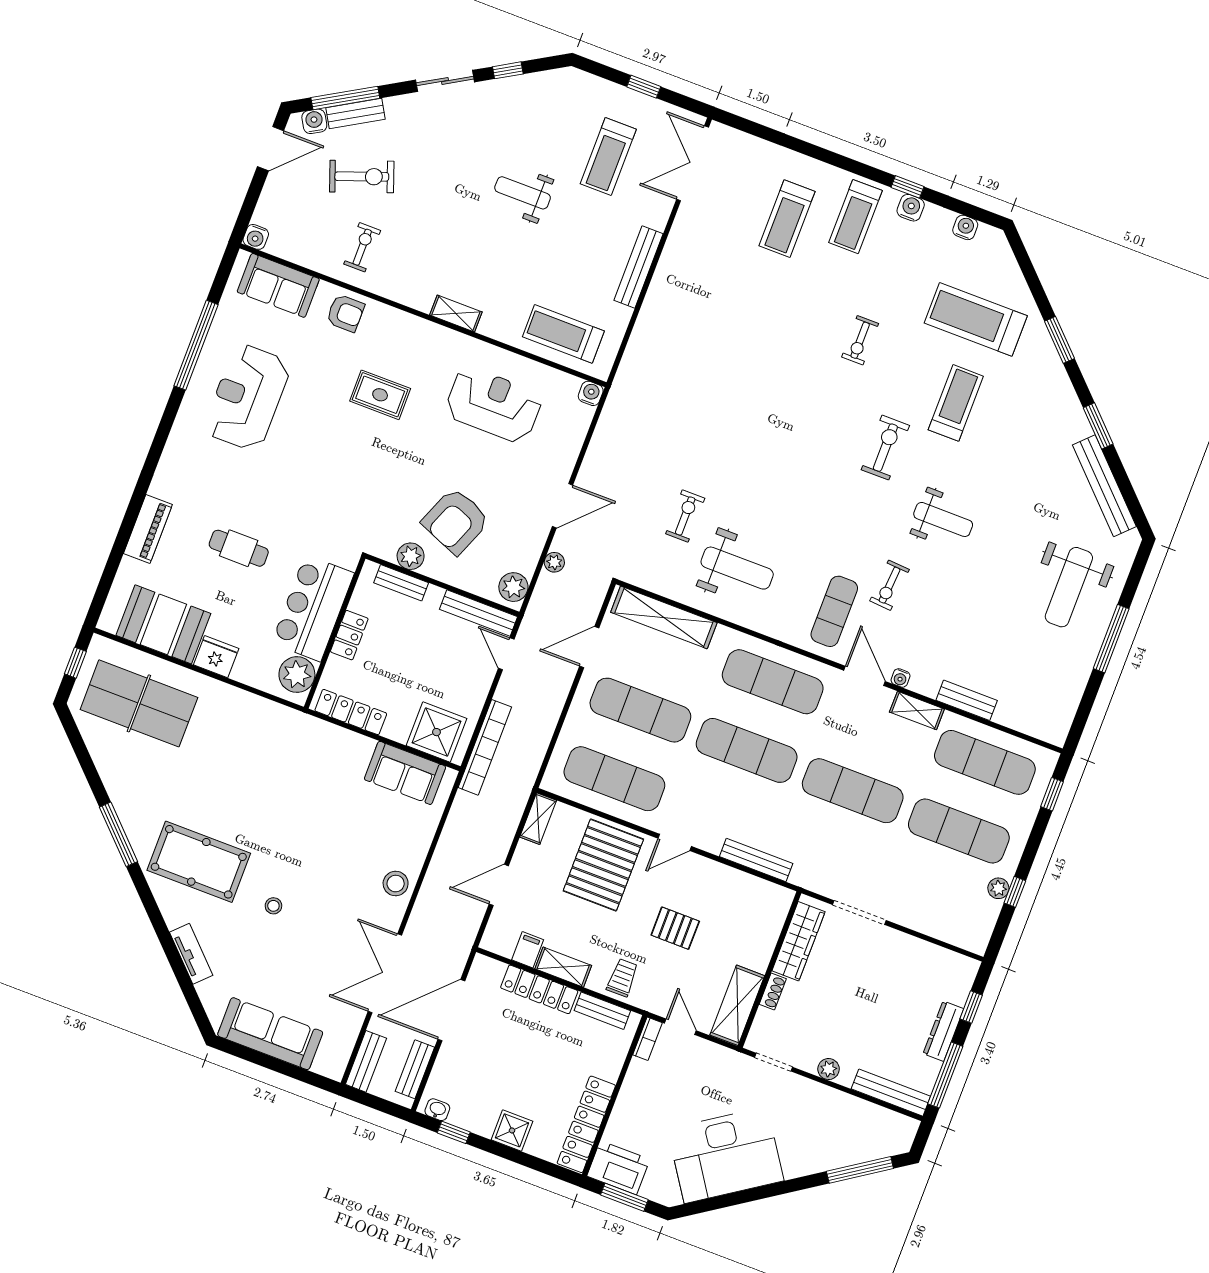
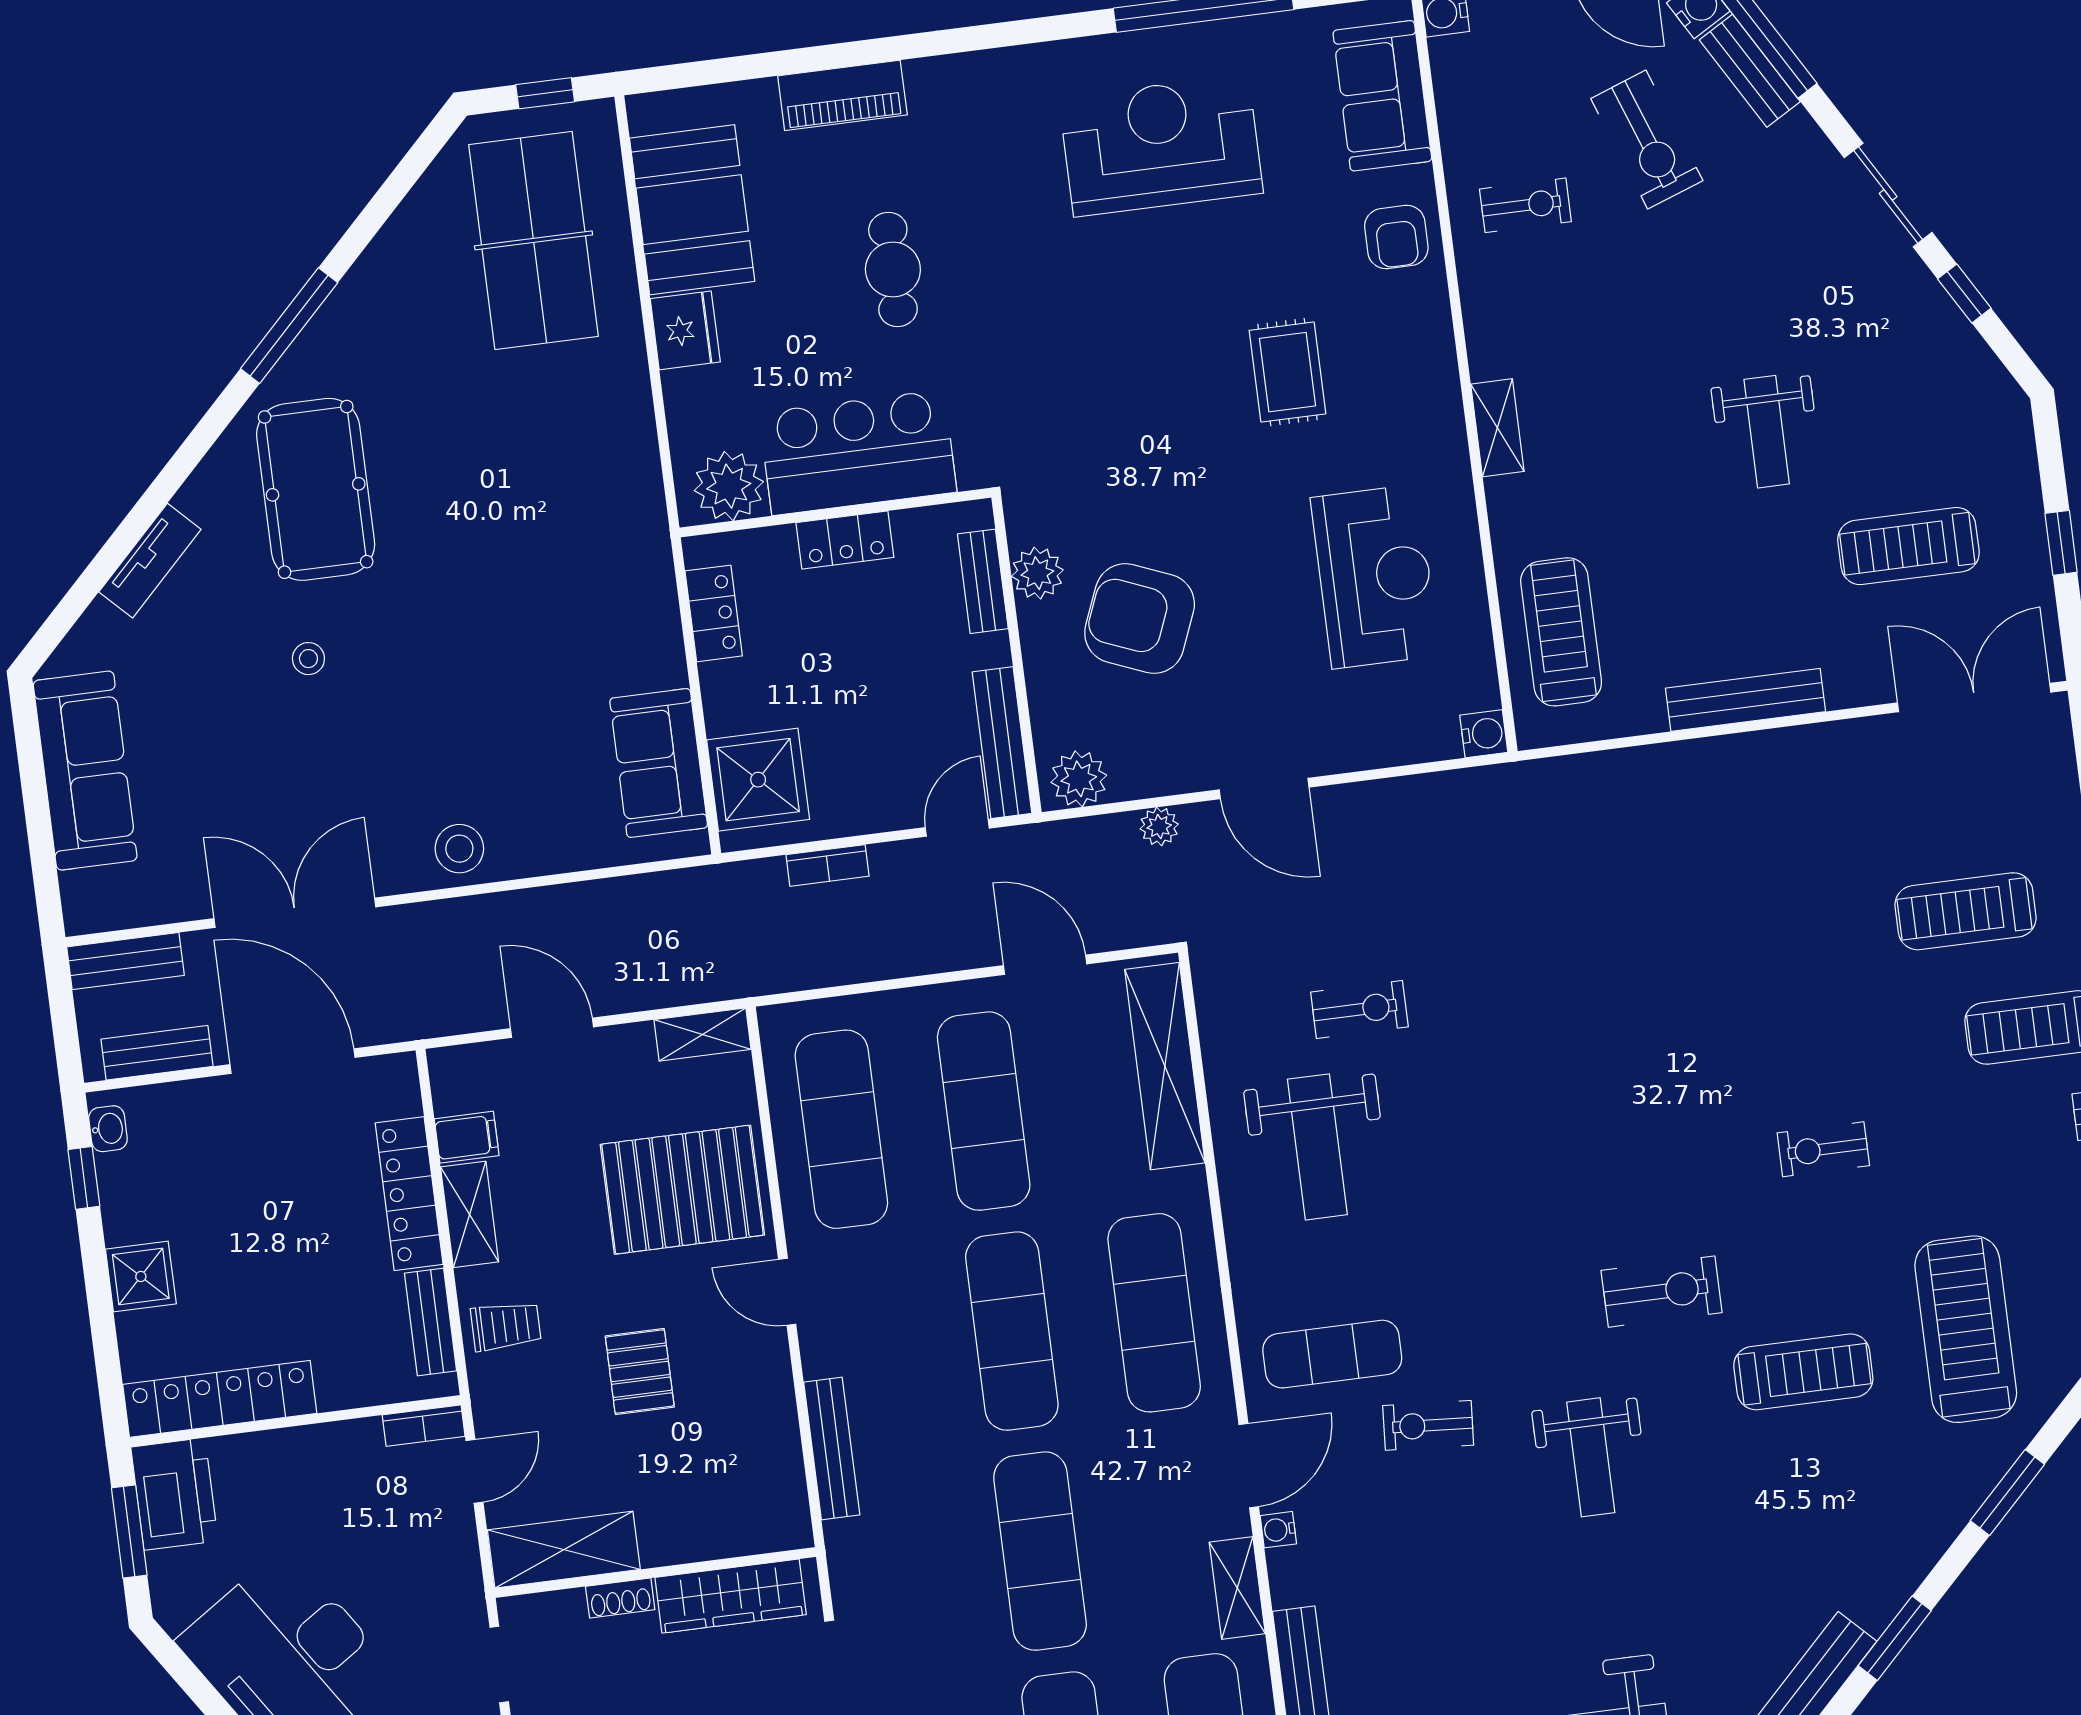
weight bench: (523, 193) -> (1767, 432), turned 180
locker: (351, 712) -> (714, 613), width x0.66
bookcase: (485, 747) -> (828, 865), width x0.43, depth x0.76

